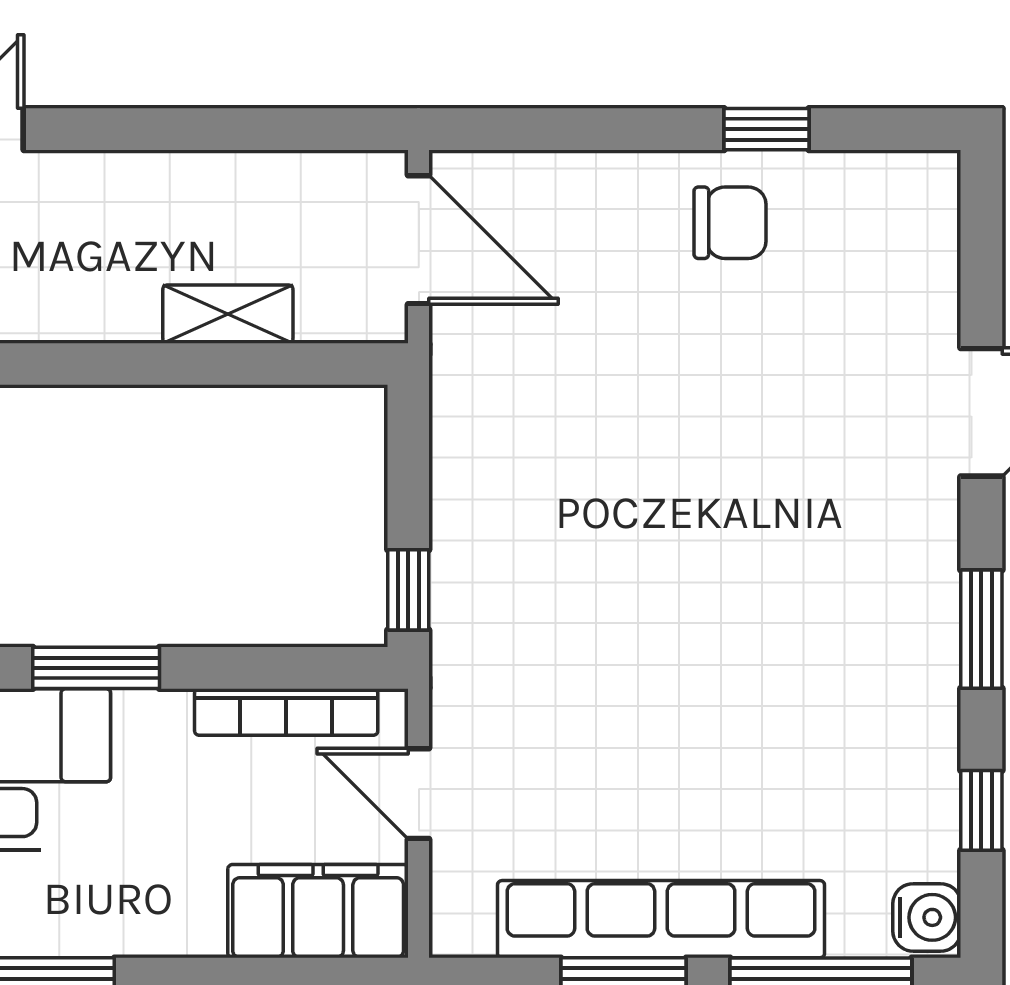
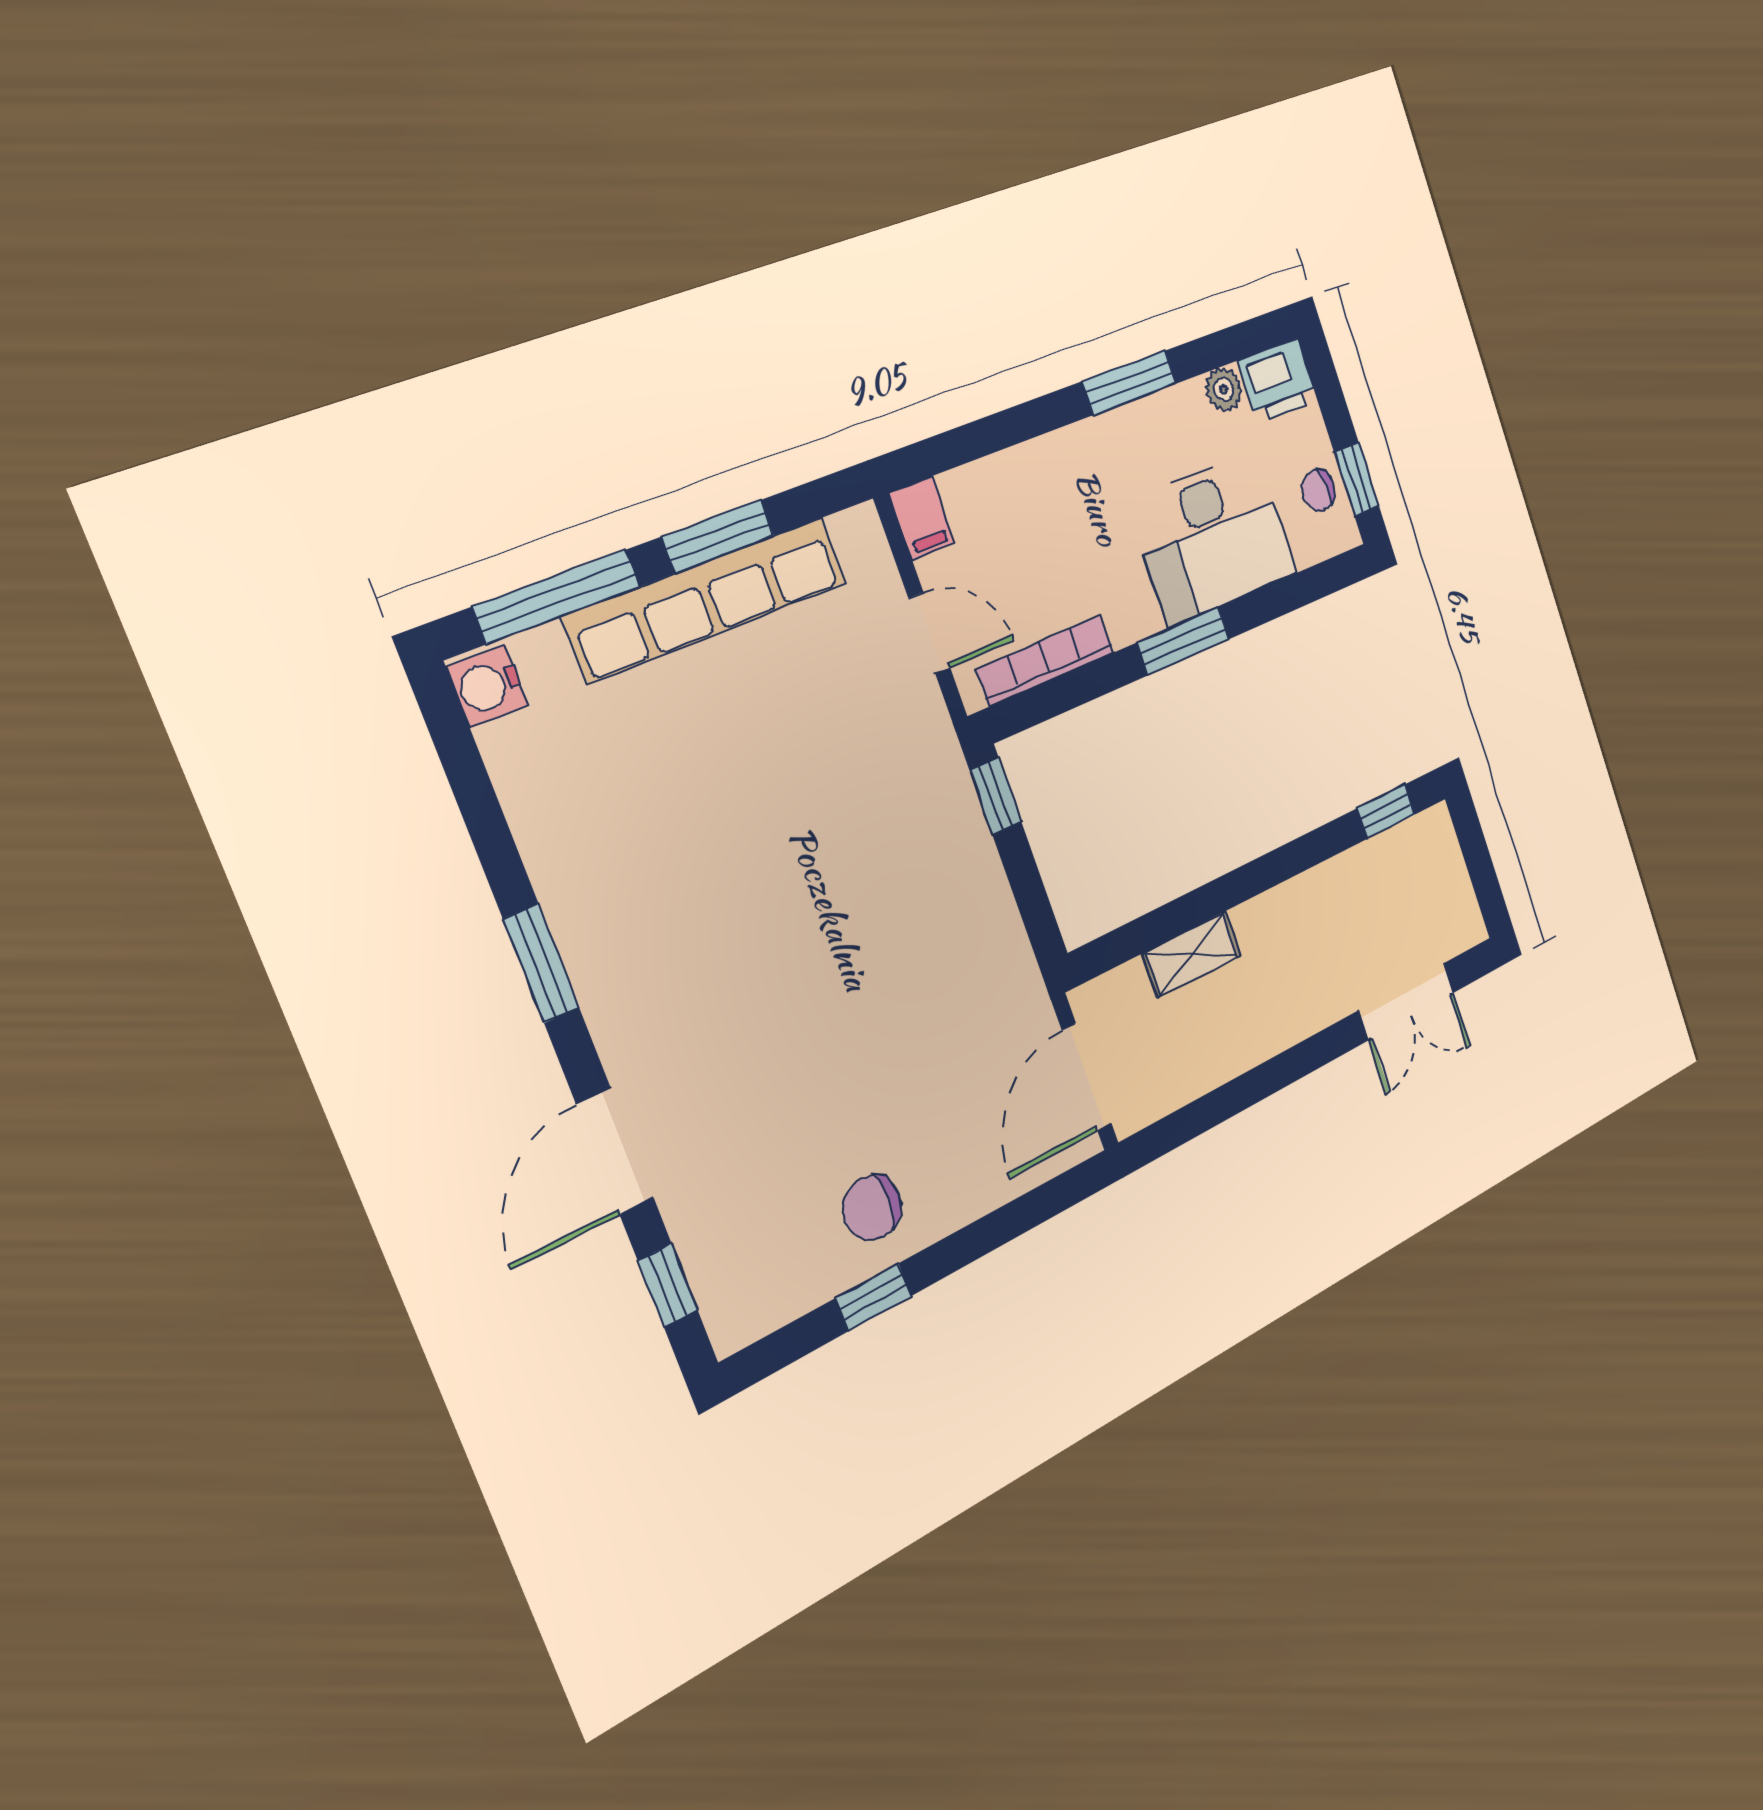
door: (419, 240) -> (1087, 1077), hinge flipped
window: (981, 810) -> (668, 1285), moved
filing cabinet: (318, 911) -> (922, 518), width x0.33, depth x0.86

